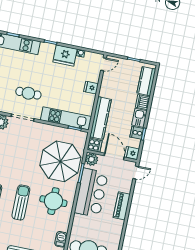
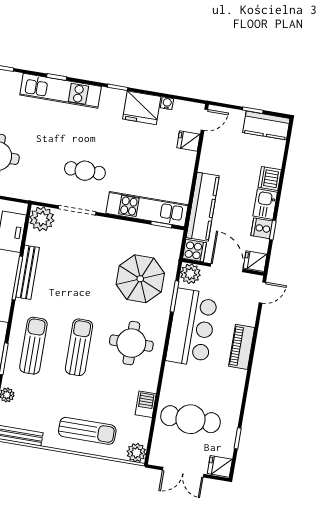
kitchen counter: (146, 81) -> (266, 125), moved, turned -90
fridge: (91, 88) -> (188, 141), moved
parasol: (60, 161) -> (140, 279), width x0.73, depth x0.73

